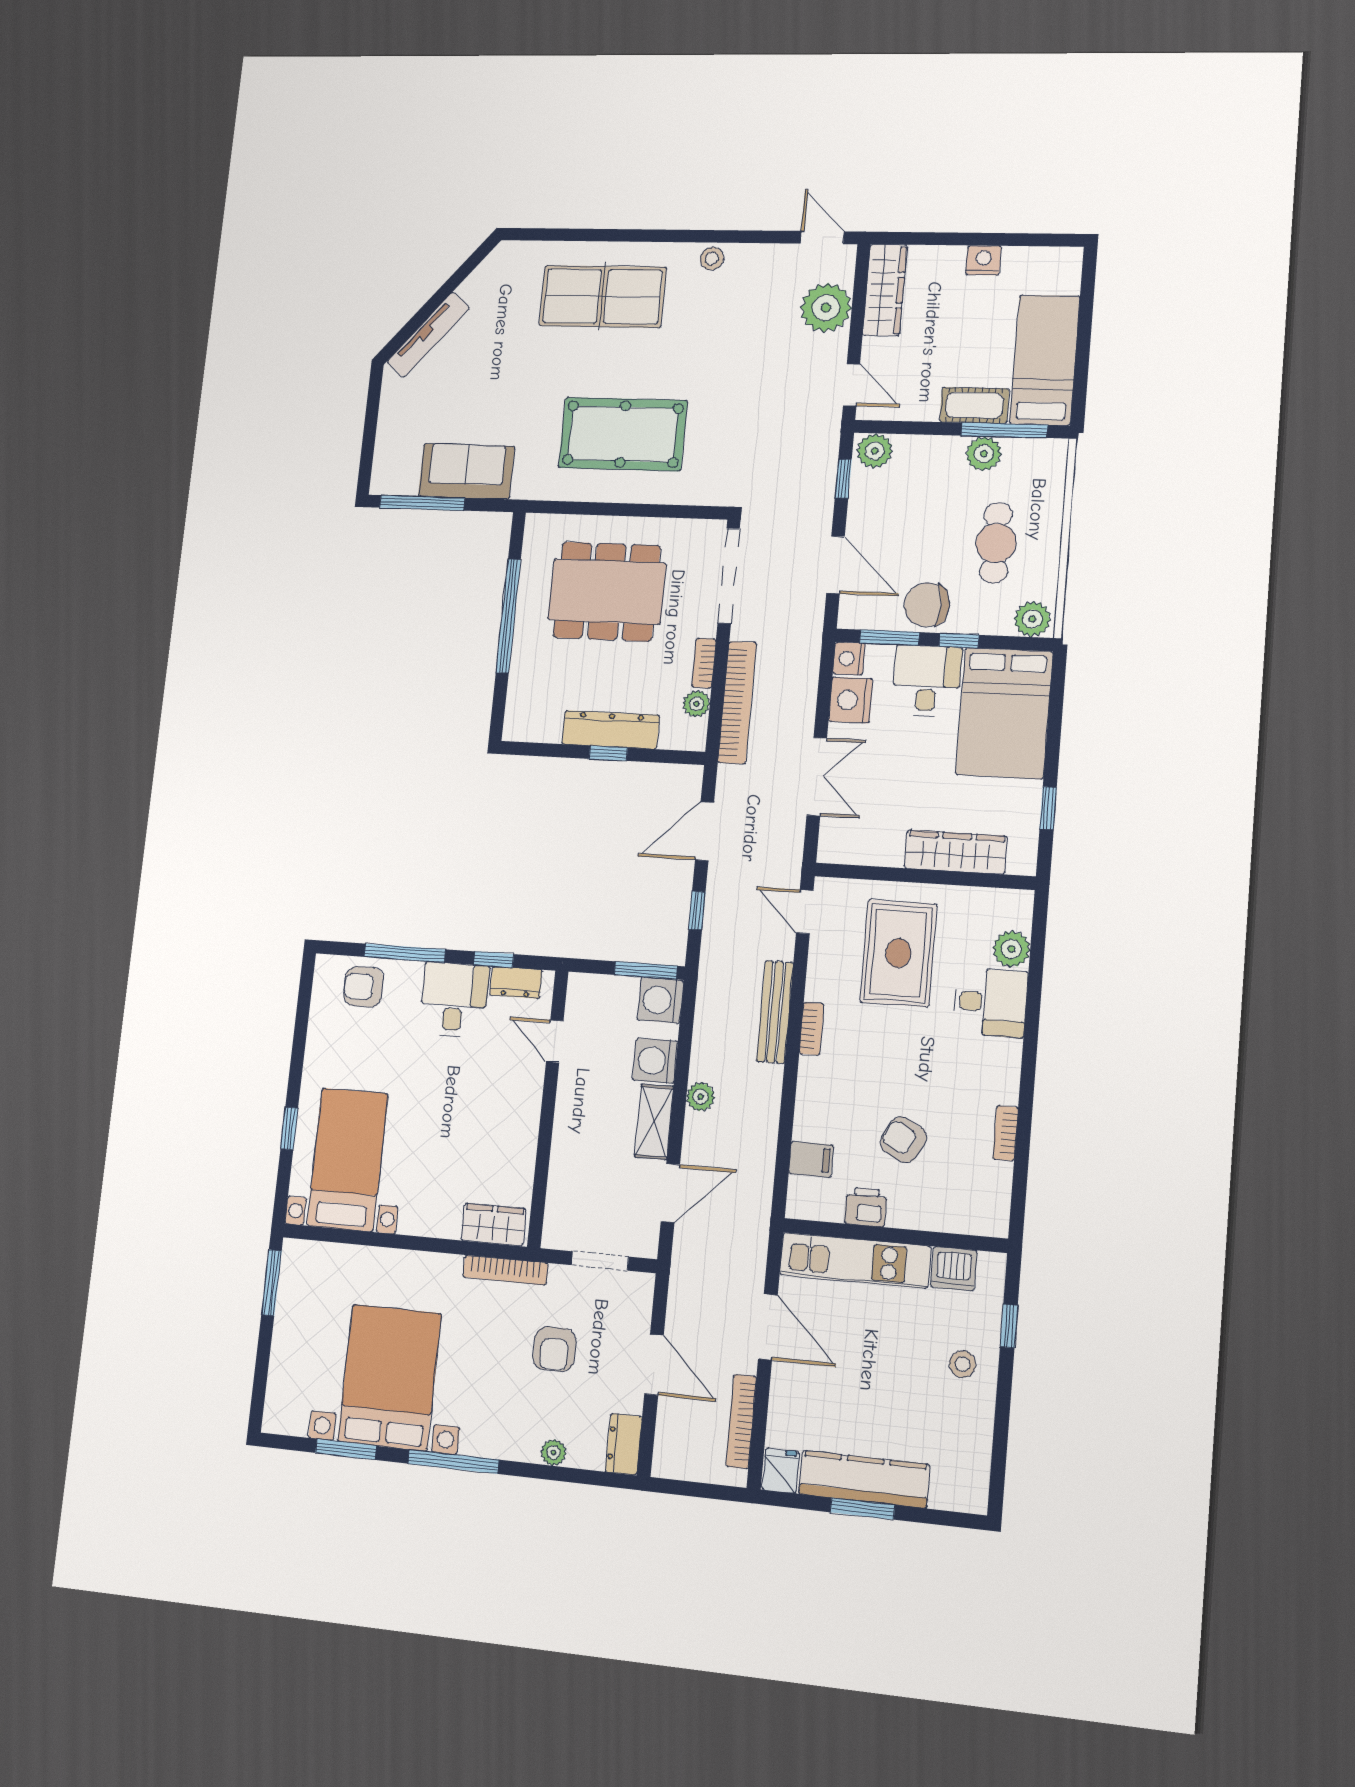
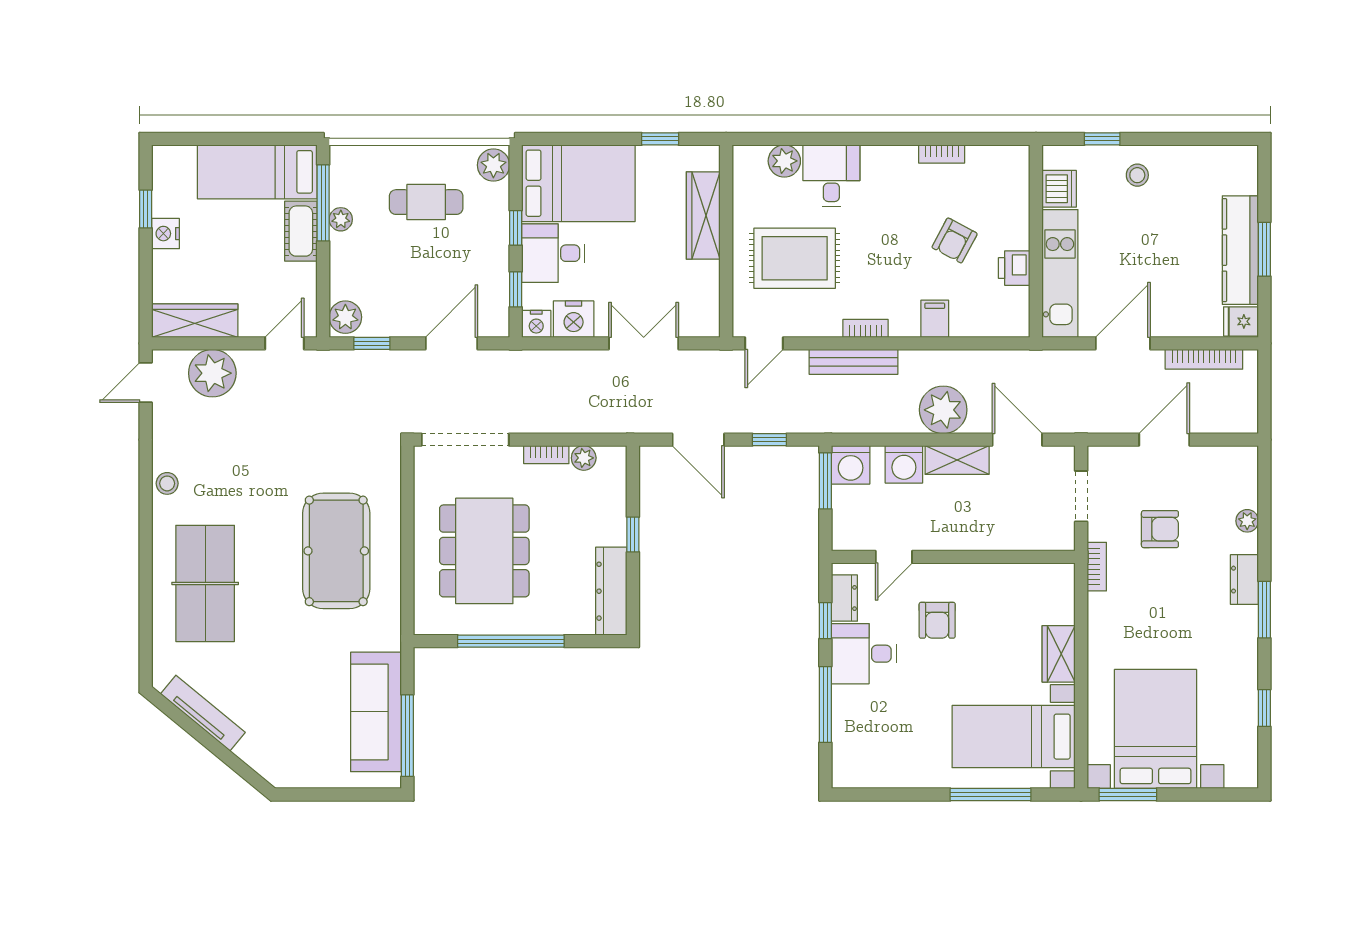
window: (1012, 240) -> (146, 209), added
tv unit: (428, 335) -> (203, 713), moved
plant: (984, 454) -> (341, 219), width x0.73, depth x0.73
sofa: (466, 471) -> (376, 712), width x1.36
chair: (927, 605) -> (485, 259), removed
window: (890, 638) -> (516, 289), width x0.67
bookcase: (737, 702) -> (581, 421), removed
dresser: (611, 730) -> (611, 591), moved
armchair: (364, 987) -> (937, 620), moved
plant: (700, 1097) -> (943, 410), width x1.87, depth x1.87
window: (289, 1128) -> (991, 794), width x2.17
filing cabinet: (811, 1159) -> (935, 319), moved
wardrobe: (494, 1225) -> (1059, 654), moved
bookcase: (505, 1270) -> (1097, 567), width x0.64
bed with nightstands: (390, 1377) -> (1155, 729), moved, turned 90
dresser: (624, 1444) -> (1244, 580), moved, turned 90
window: (346, 1449) -> (1264, 708), width x0.67
window: (453, 1462) -> (1264, 610), width x0.69

